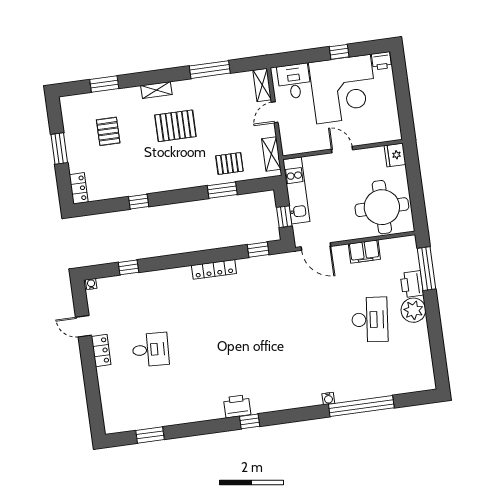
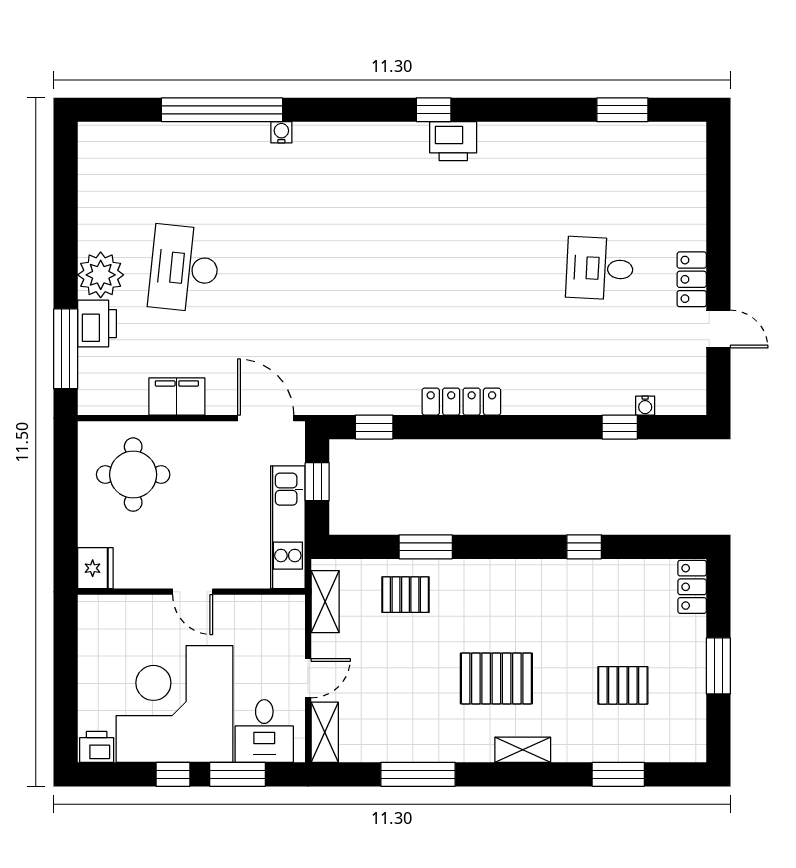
window: (305, 56) -> (238, 774), added
pallet: (108, 131) -> (623, 685), turned 90
round table: (382, 207) -> (133, 475), width x0.73, depth x0.73
water cooler: (91, 284) -> (645, 406), moved

